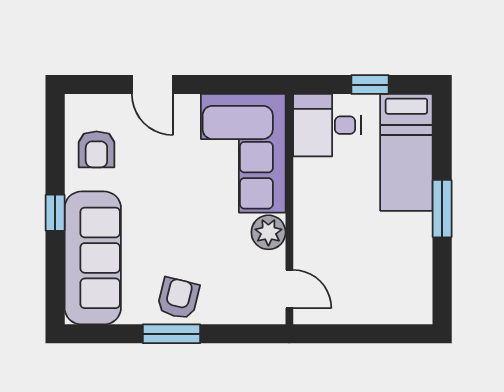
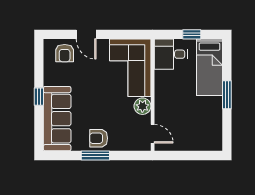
armchair: (96, 149) -> (65, 53), moved
armchair: (178, 298) -> (99, 138), turned -104

